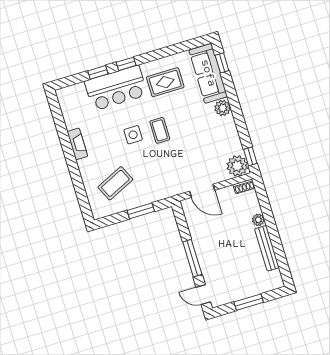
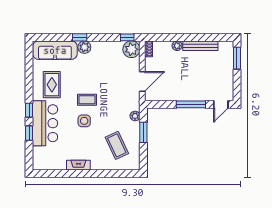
window: (222, 63) -> (80, 37), moved
plant: (158, 195) -> (135, 116), added
window: (249, 302) -> (237, 58), moved

